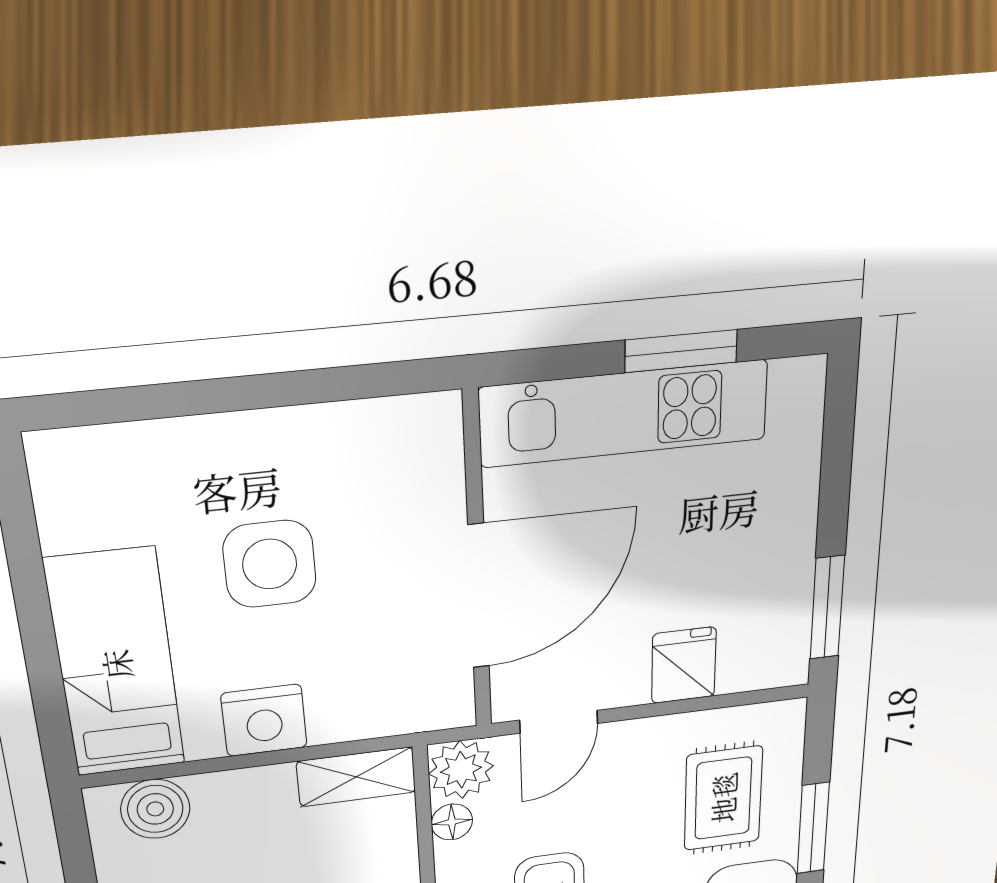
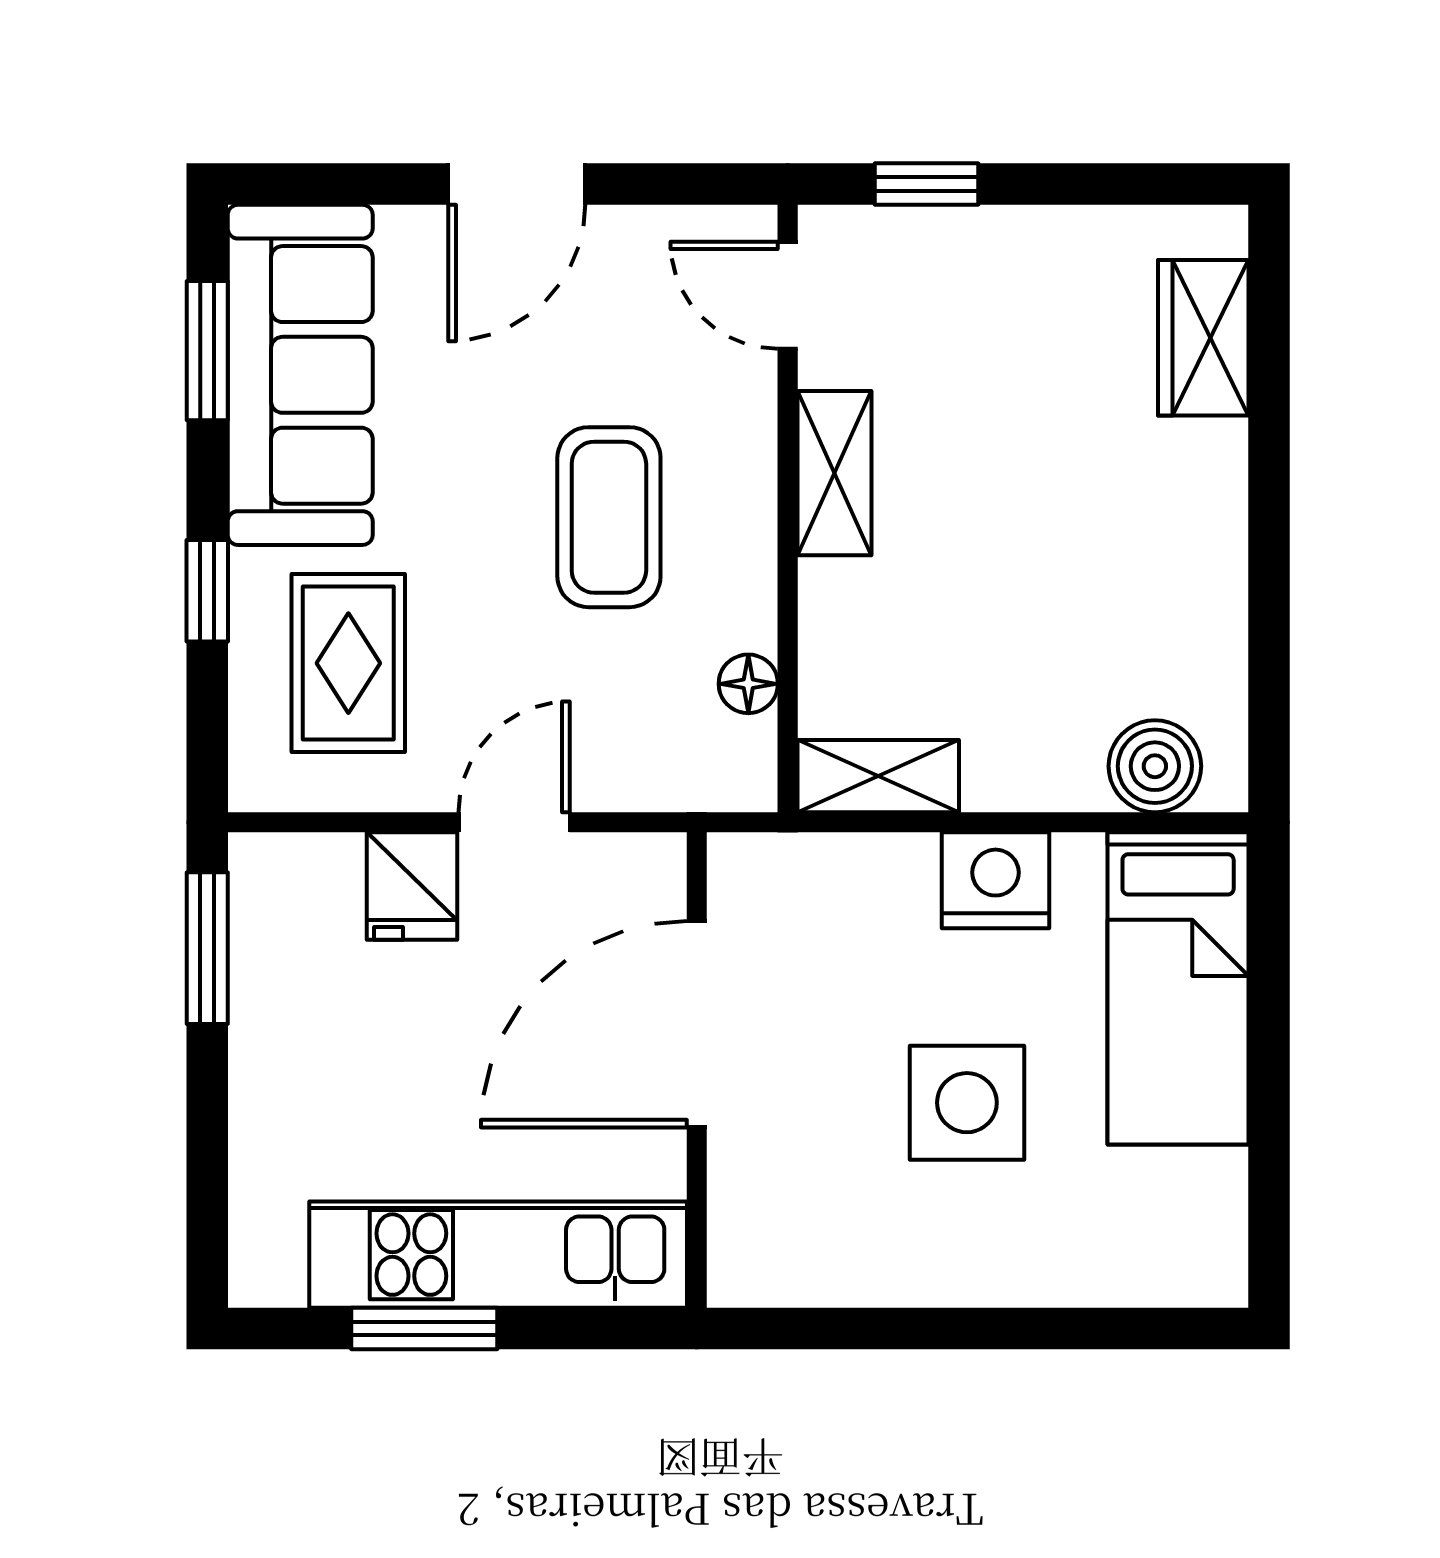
door: (559, 722) -> (514, 822), moved
plant: (461, 770) -> (731, 766), removed
window: (813, 828) -> (207, 591), width x0.67

